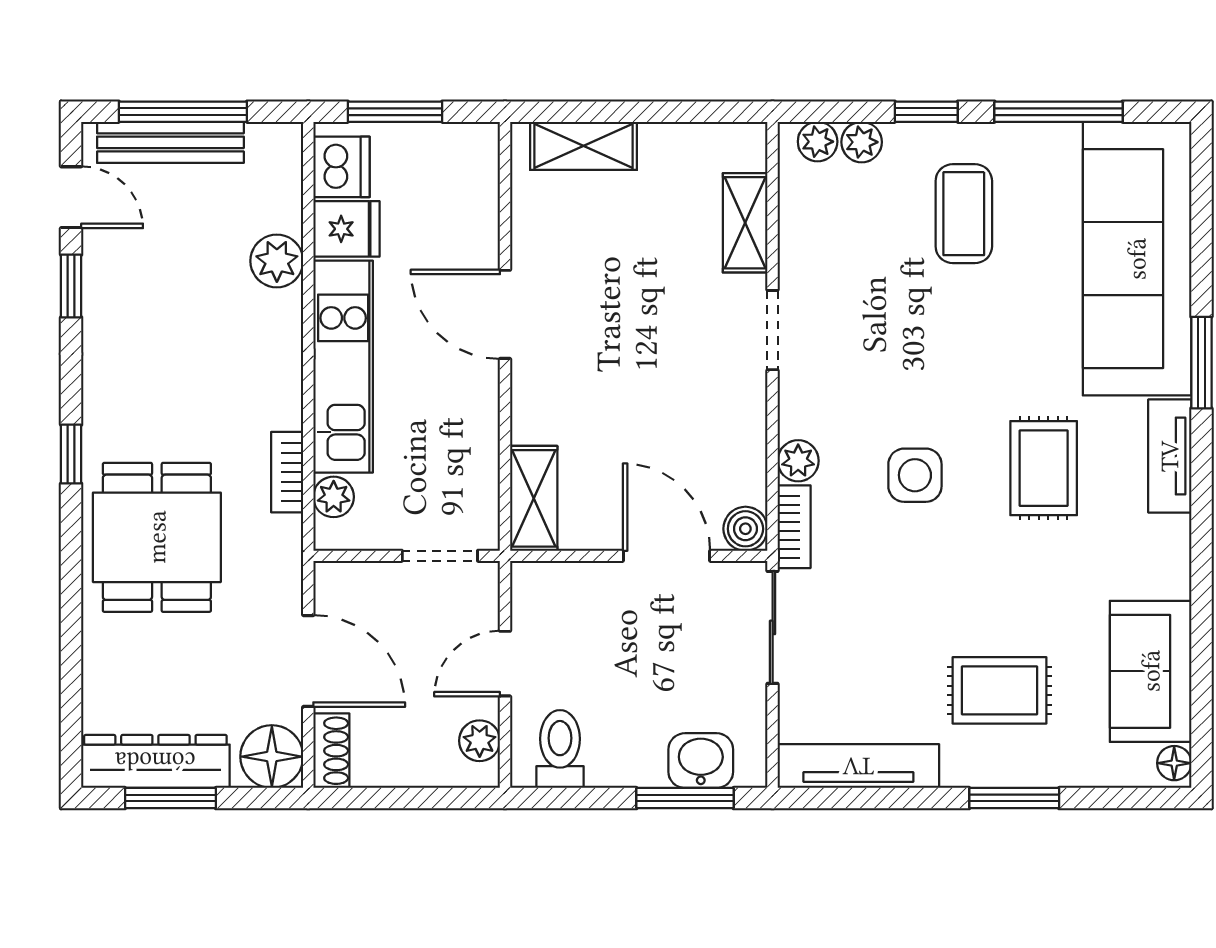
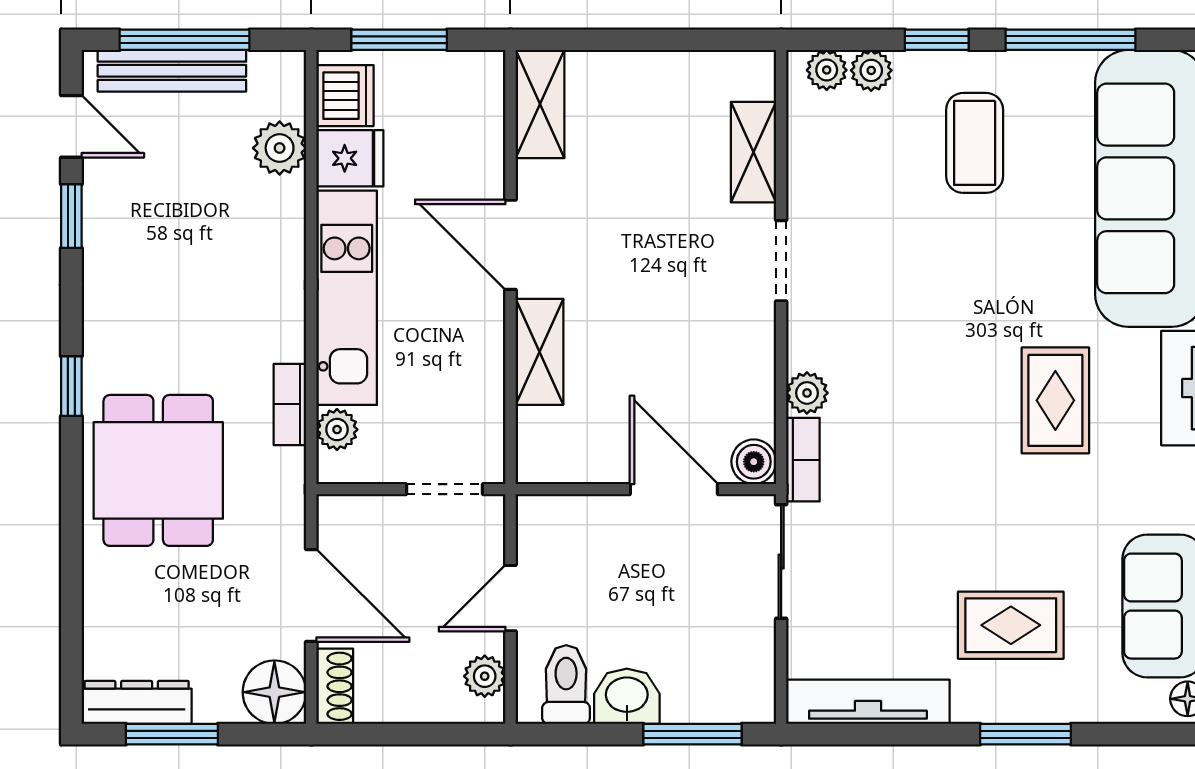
shelving: (583, 146) -> (540, 104), moved, turned 90
plant: (277, 261) -> (280, 148), moved
side table: (915, 475) -> (925, 408), removed
shelving: (534, 498) -> (539, 352), moved
dresser: (155, 761) -> (137, 702), width x0.73, depth x0.80
washbasin: (701, 761) -> (627, 696), moved

